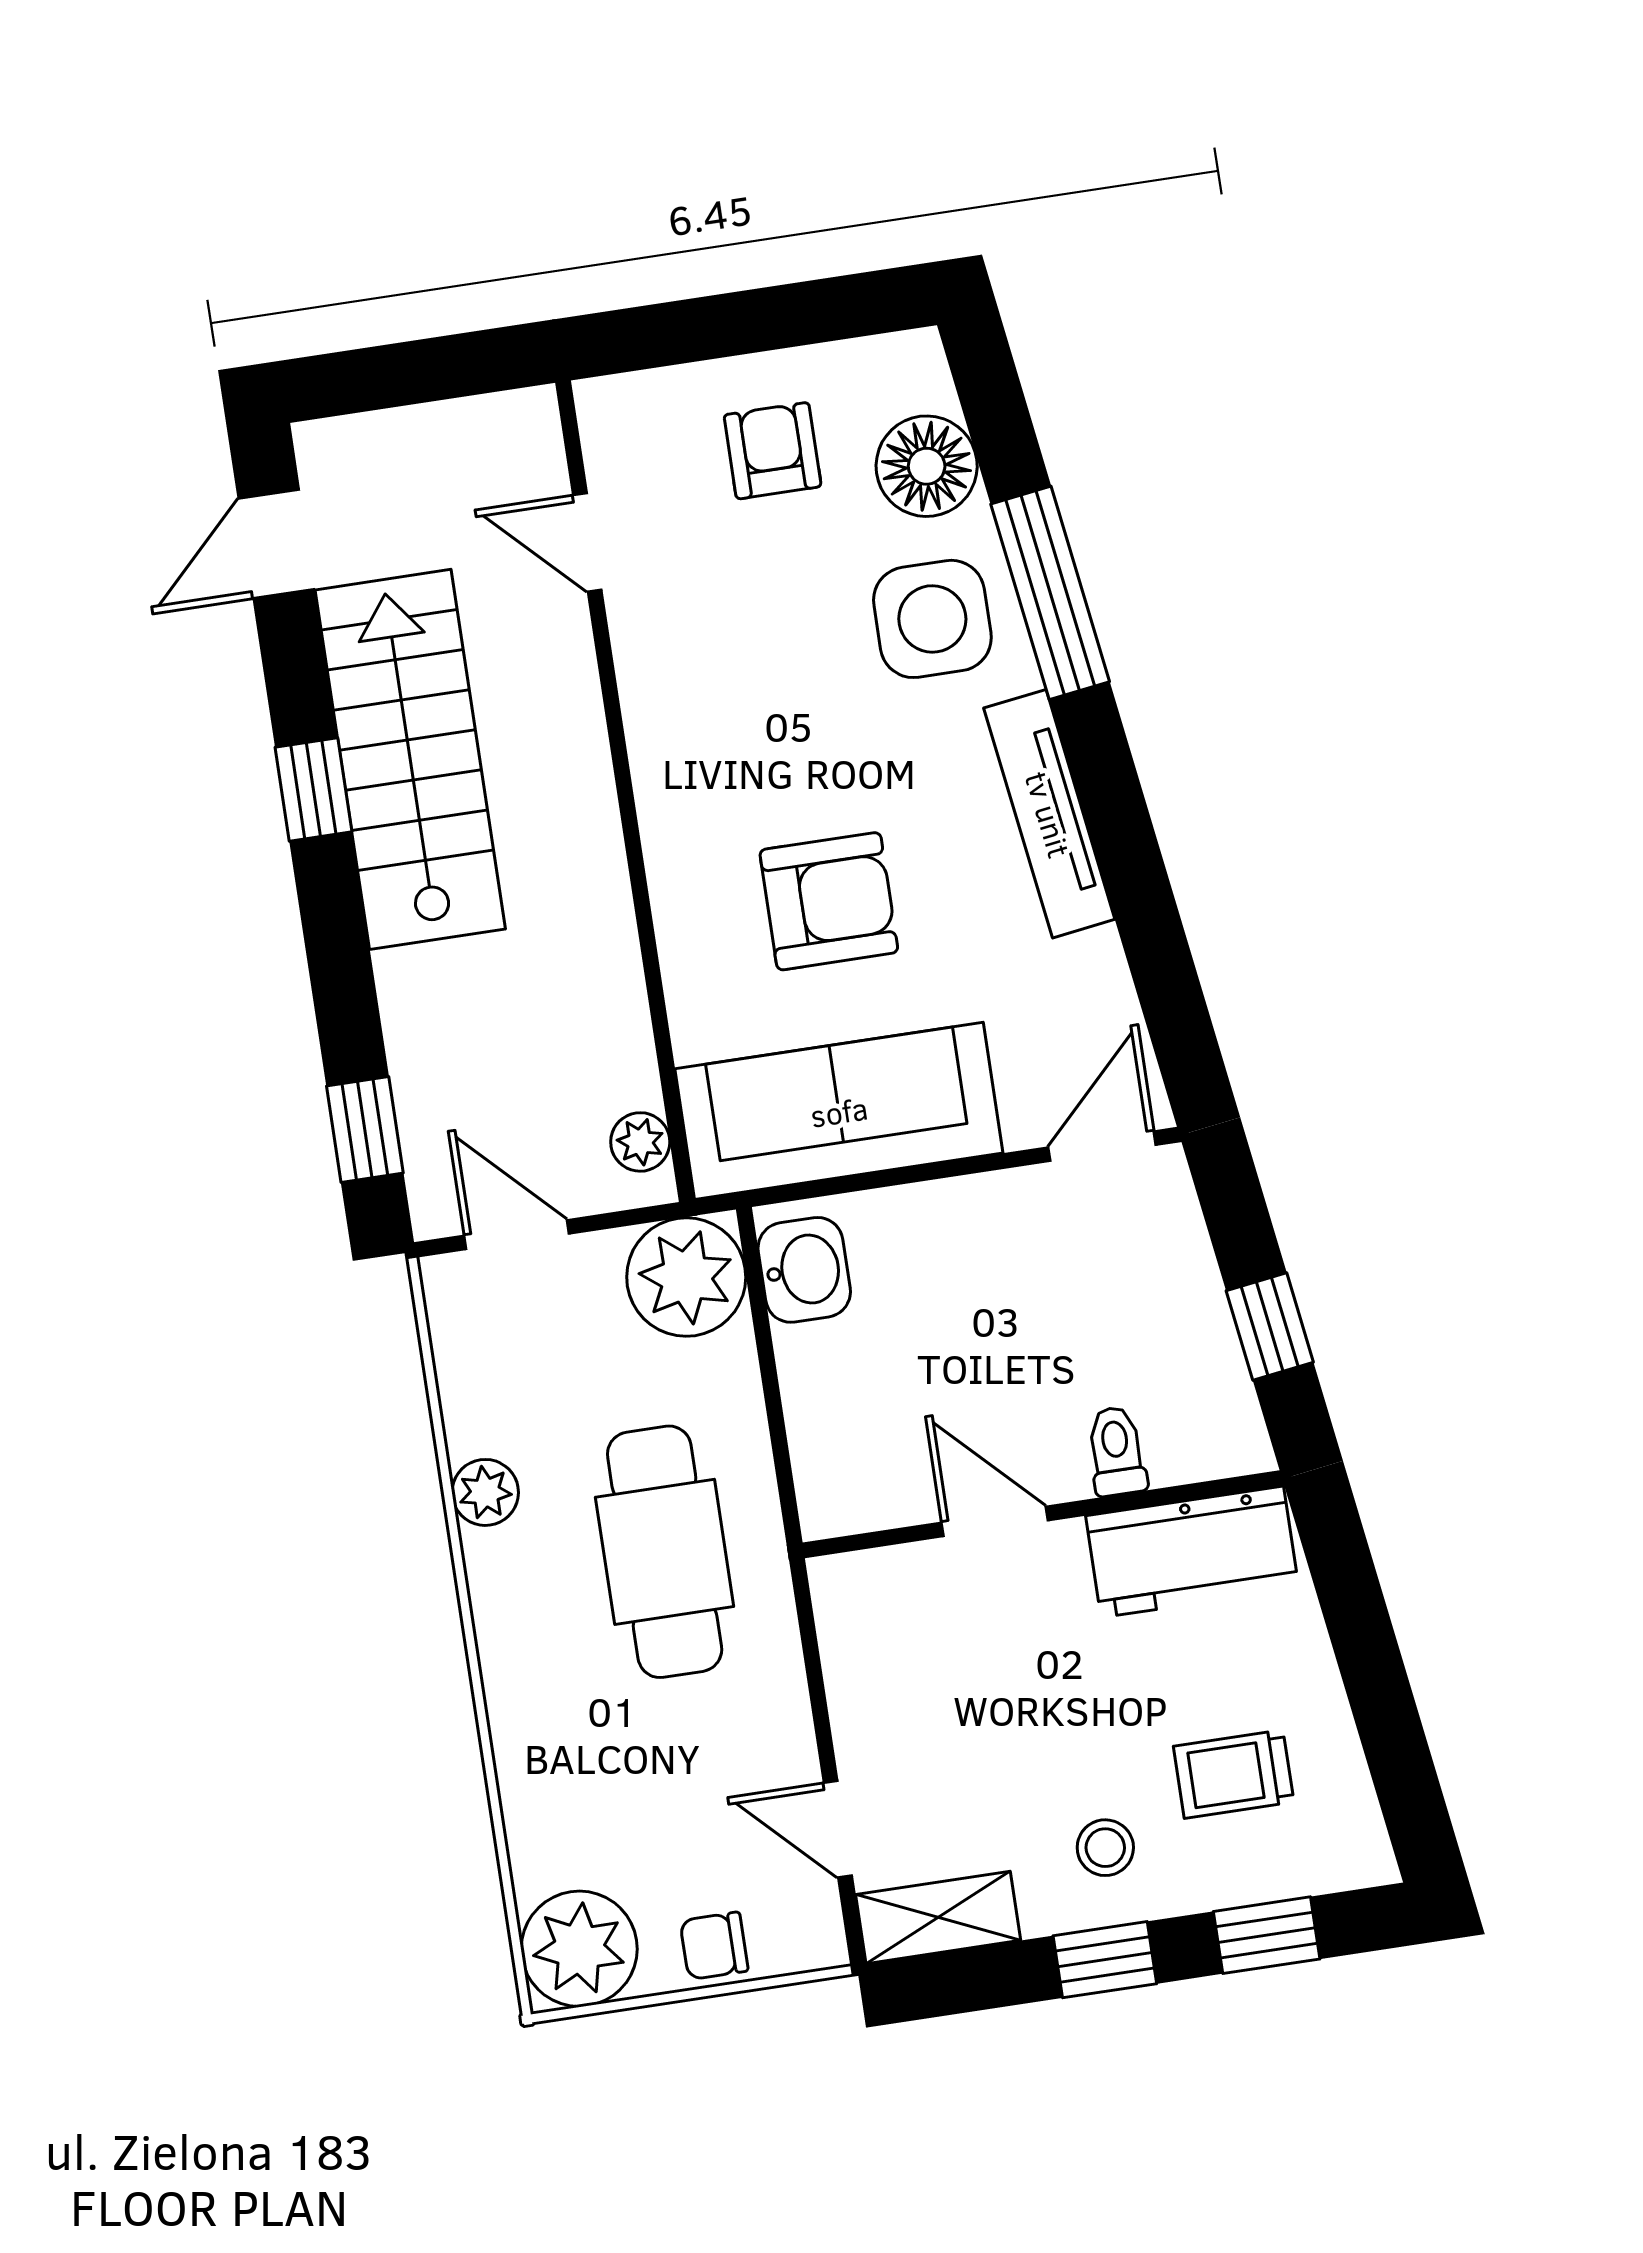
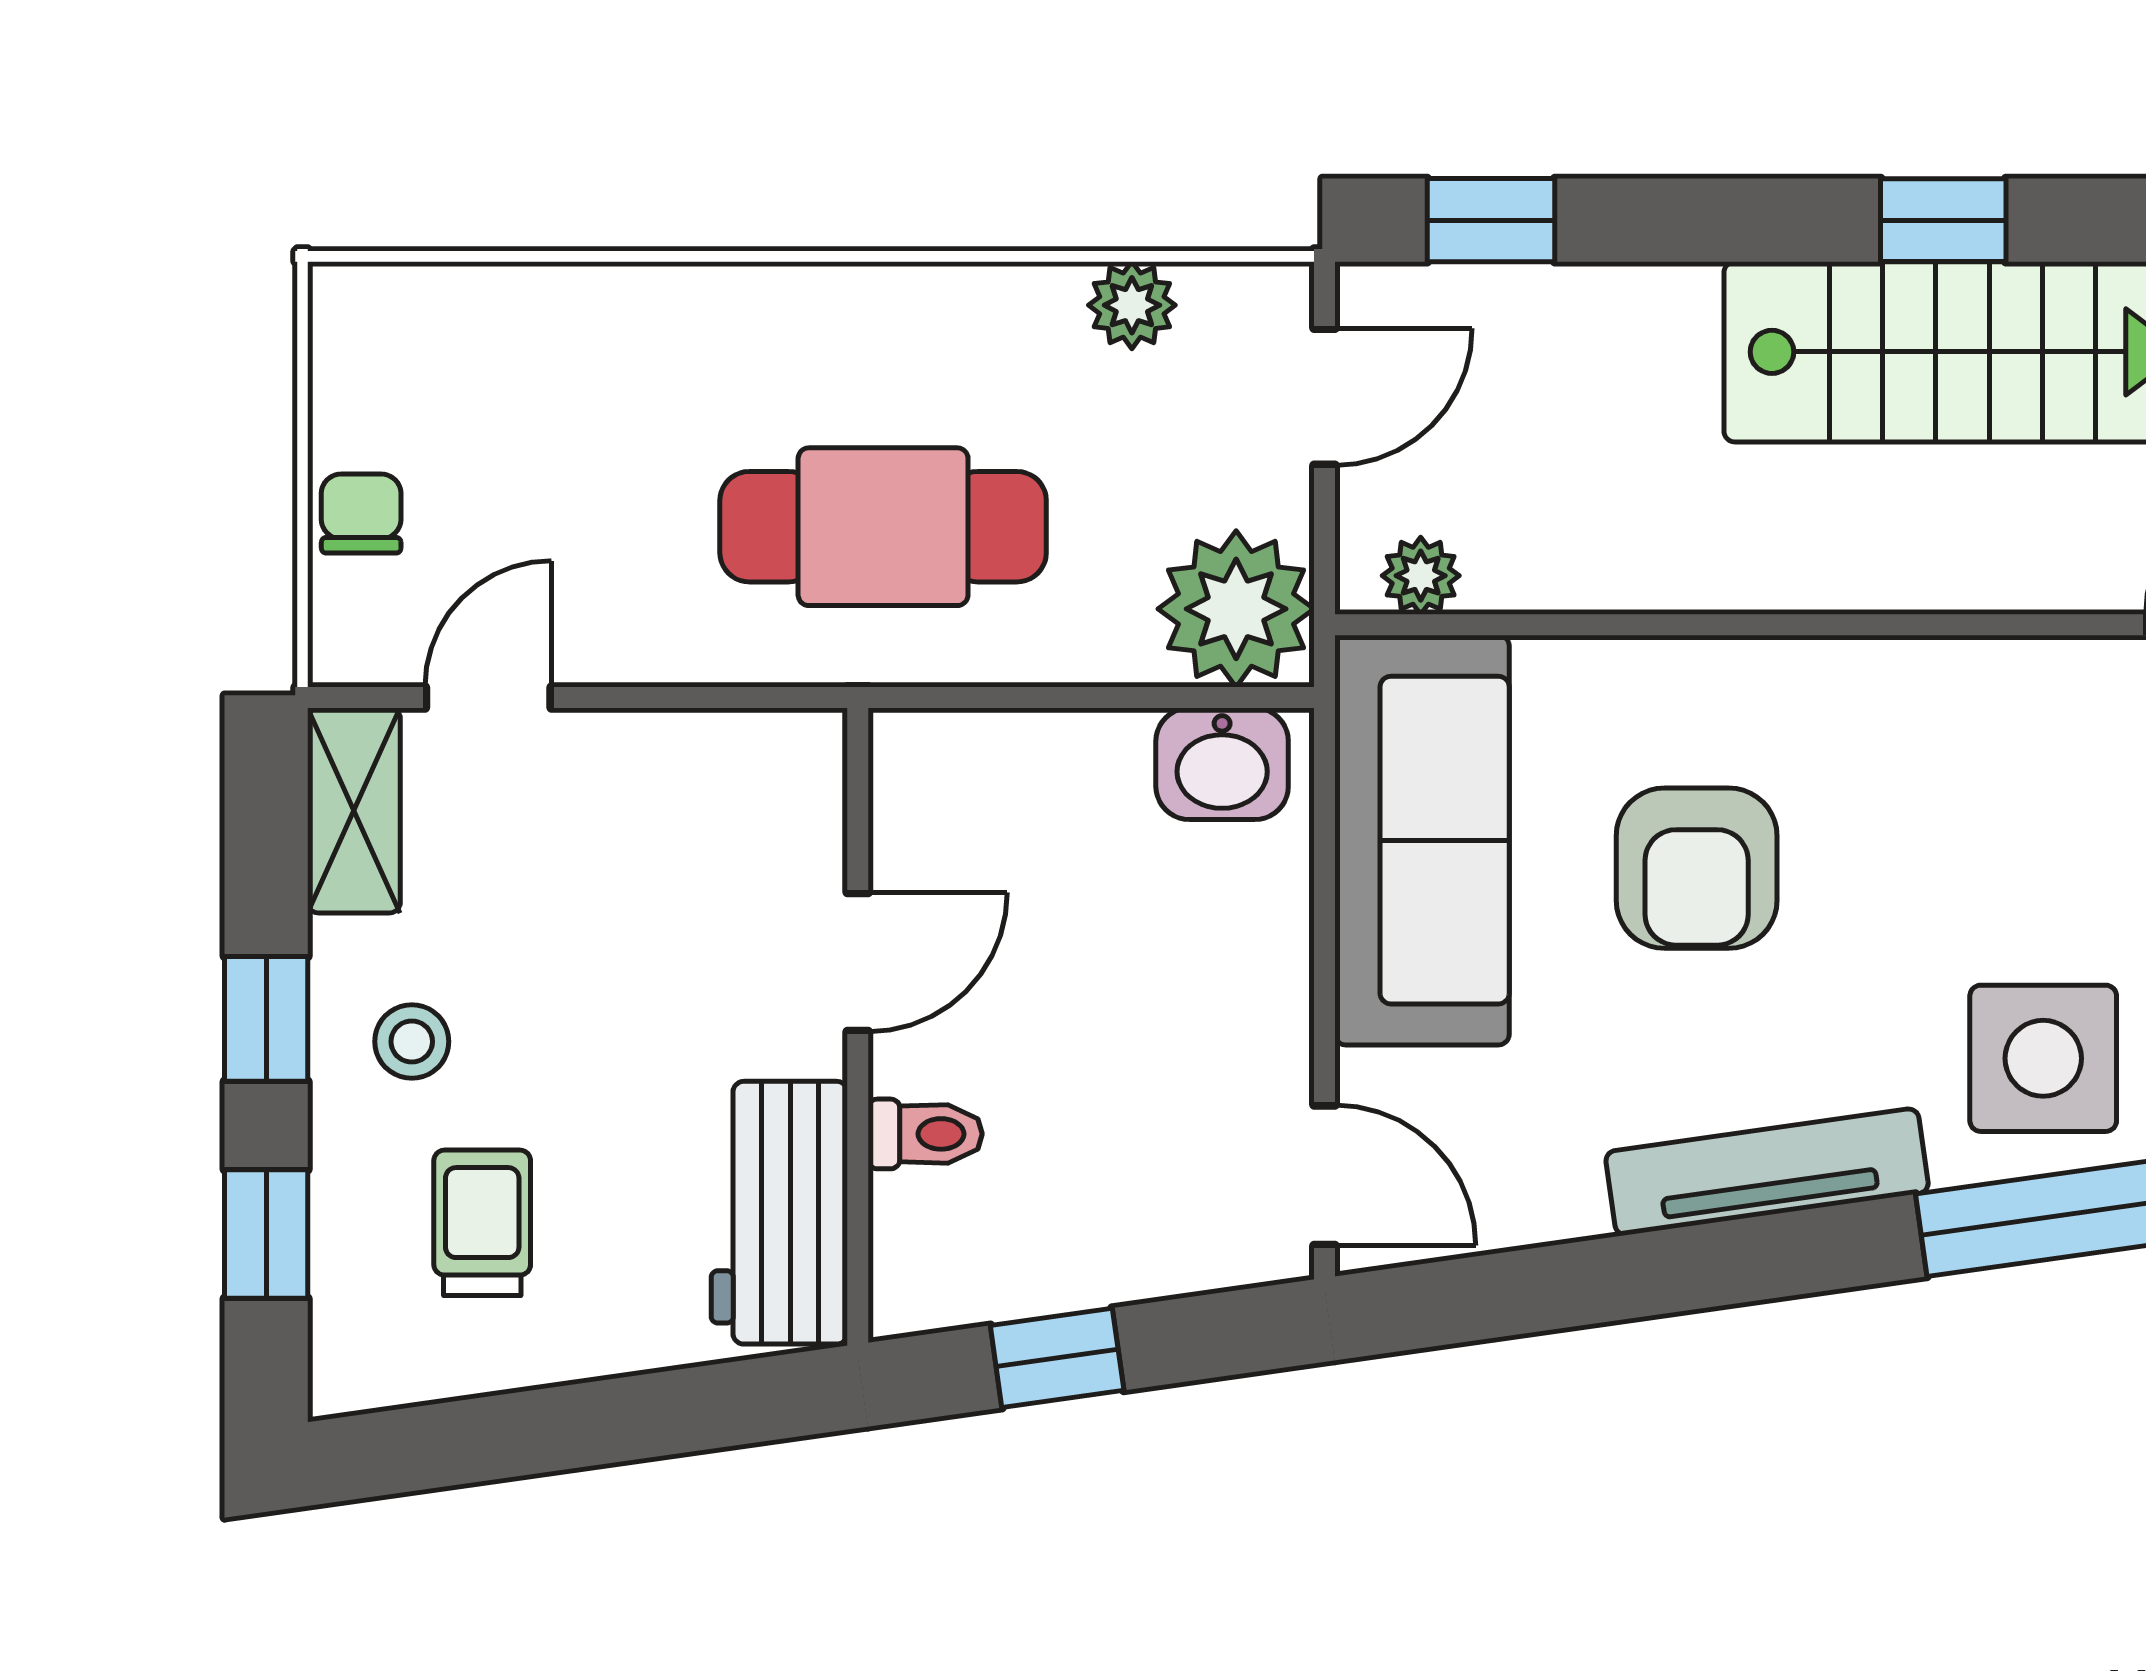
plant: (485, 1492) -> (1132, 305), moved
plant: (579, 1949) -> (384, 338), removed

